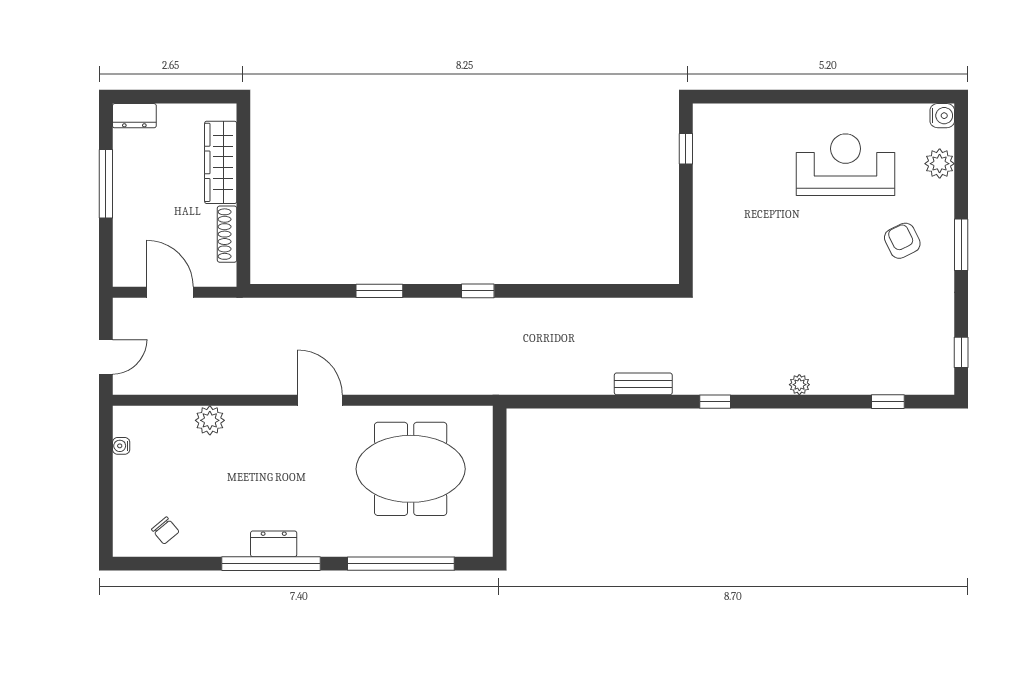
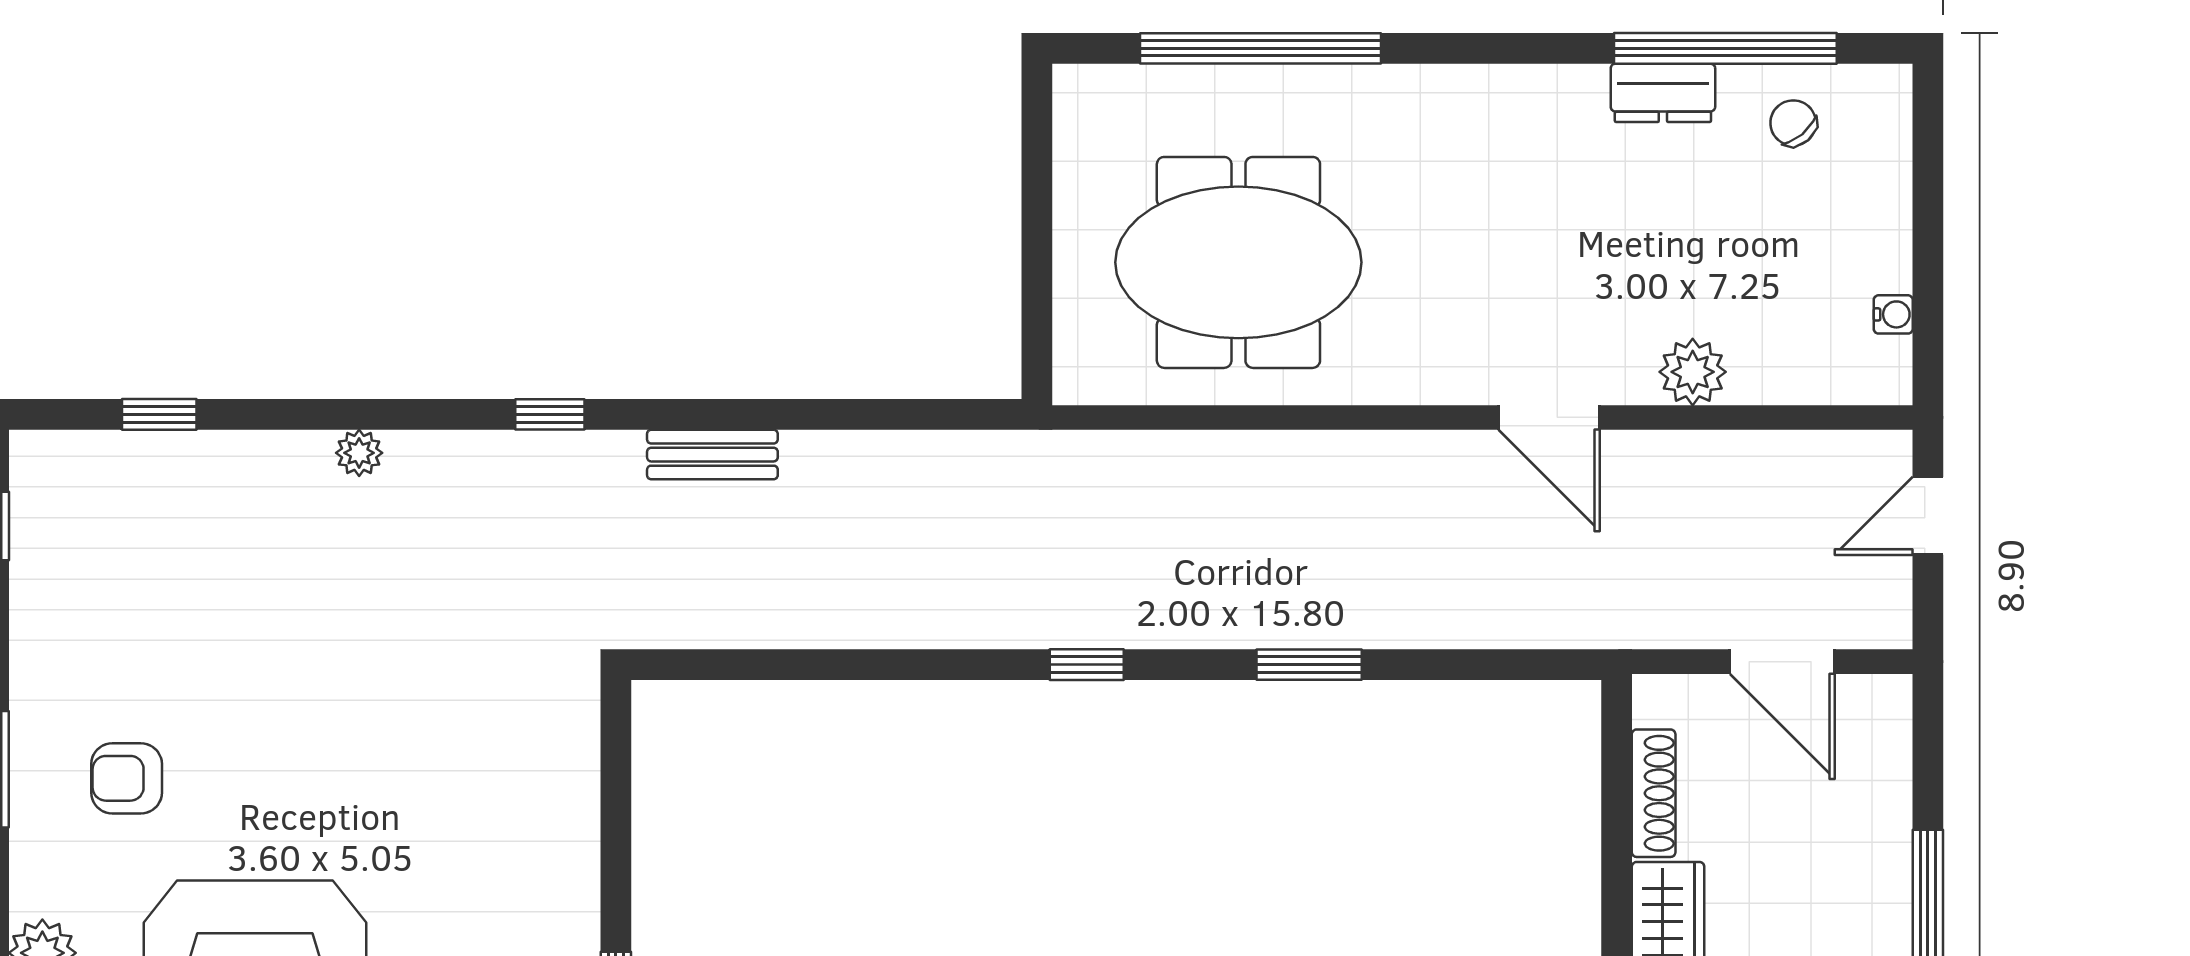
armchair: (902, 241) -> (127, 778), turned 116
door: (320, 400) -> (1549, 417), moved
dresser: (274, 544) -> (1663, 93), moved
window: (271, 564) -> (1725, 48), moved

